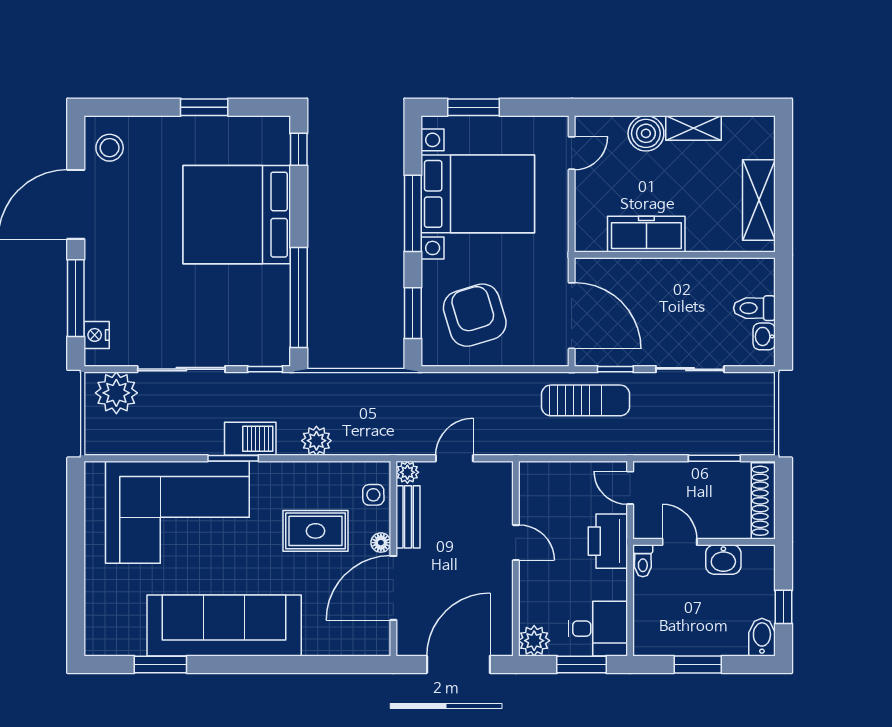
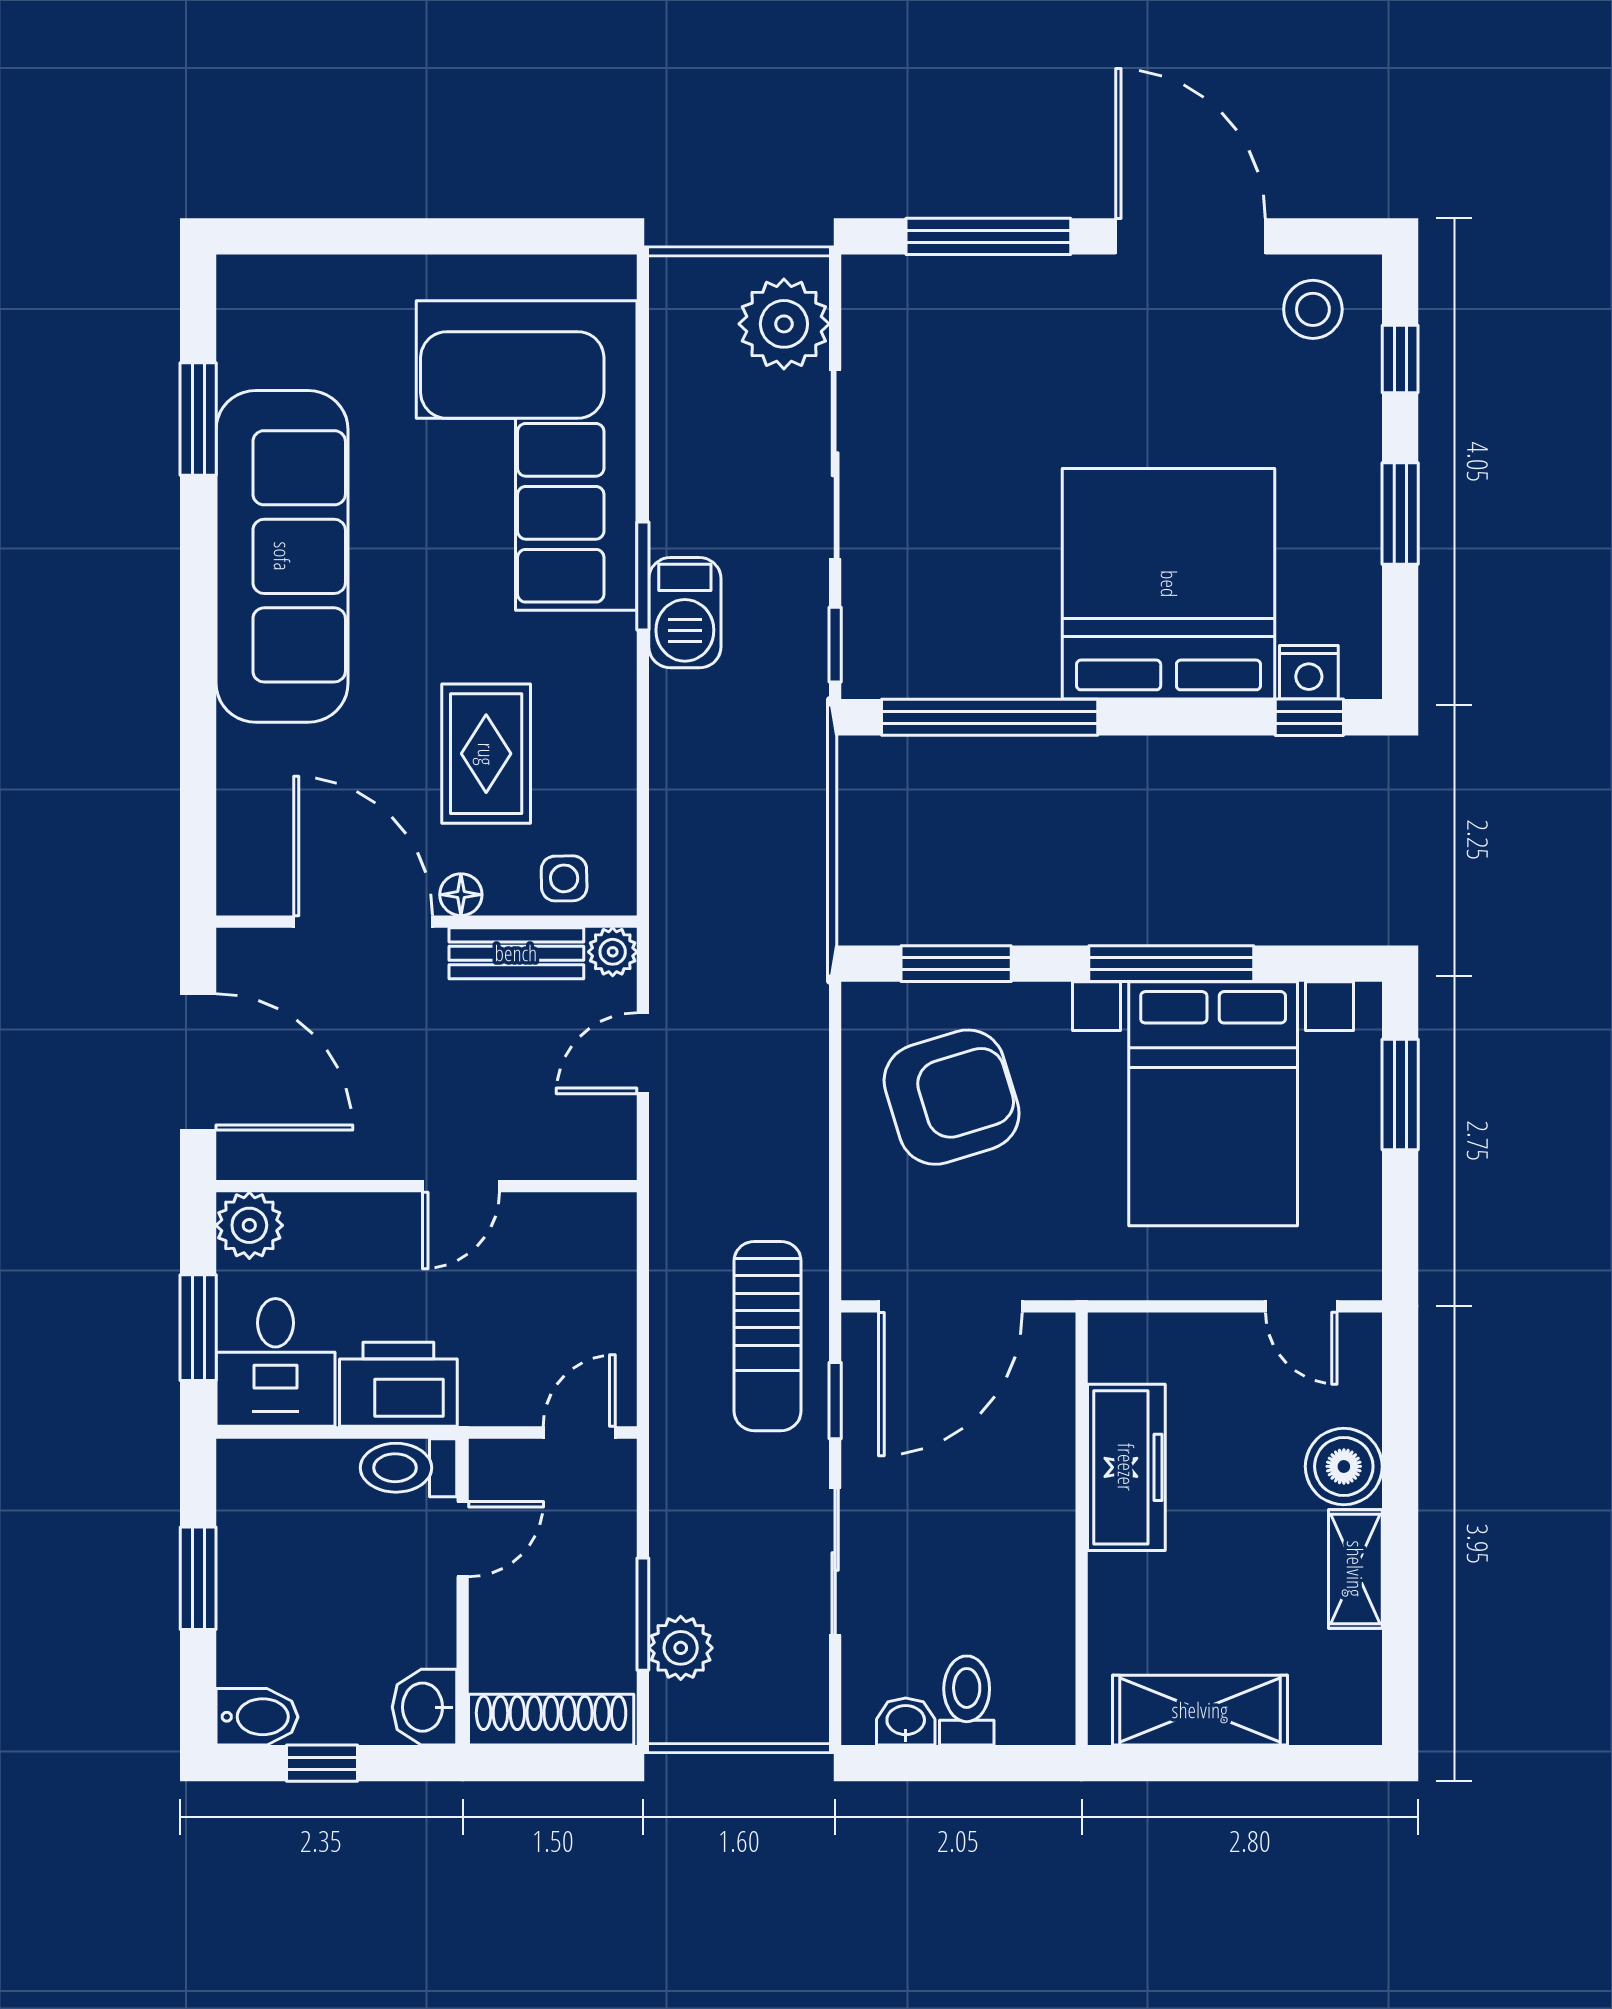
window: (133, 107) -> (1400, 359), added
nightstand: (97, 335) -> (1309, 672), moved, turned 180
plant: (316, 441) -> (681, 1648), moved
door: (454, 458) -> (643, 1053), swing flipped
printer: (608, 541) -> (398, 1384), moved
washbasin: (723, 560) -> (424, 1707), moved
toilet: (643, 561) -> (408, 1468), width x1.37, depth x1.39

